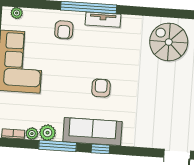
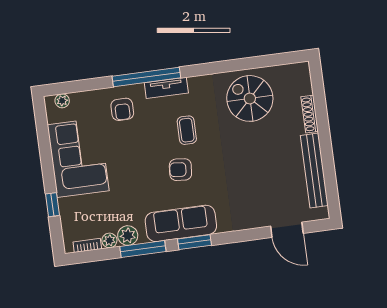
coffee table: (113, 57) -> (187, 130), added
armchair: (101, 88) -> (180, 170), turned -85
window: (100, 149) -> (194, 242), width x1.50

